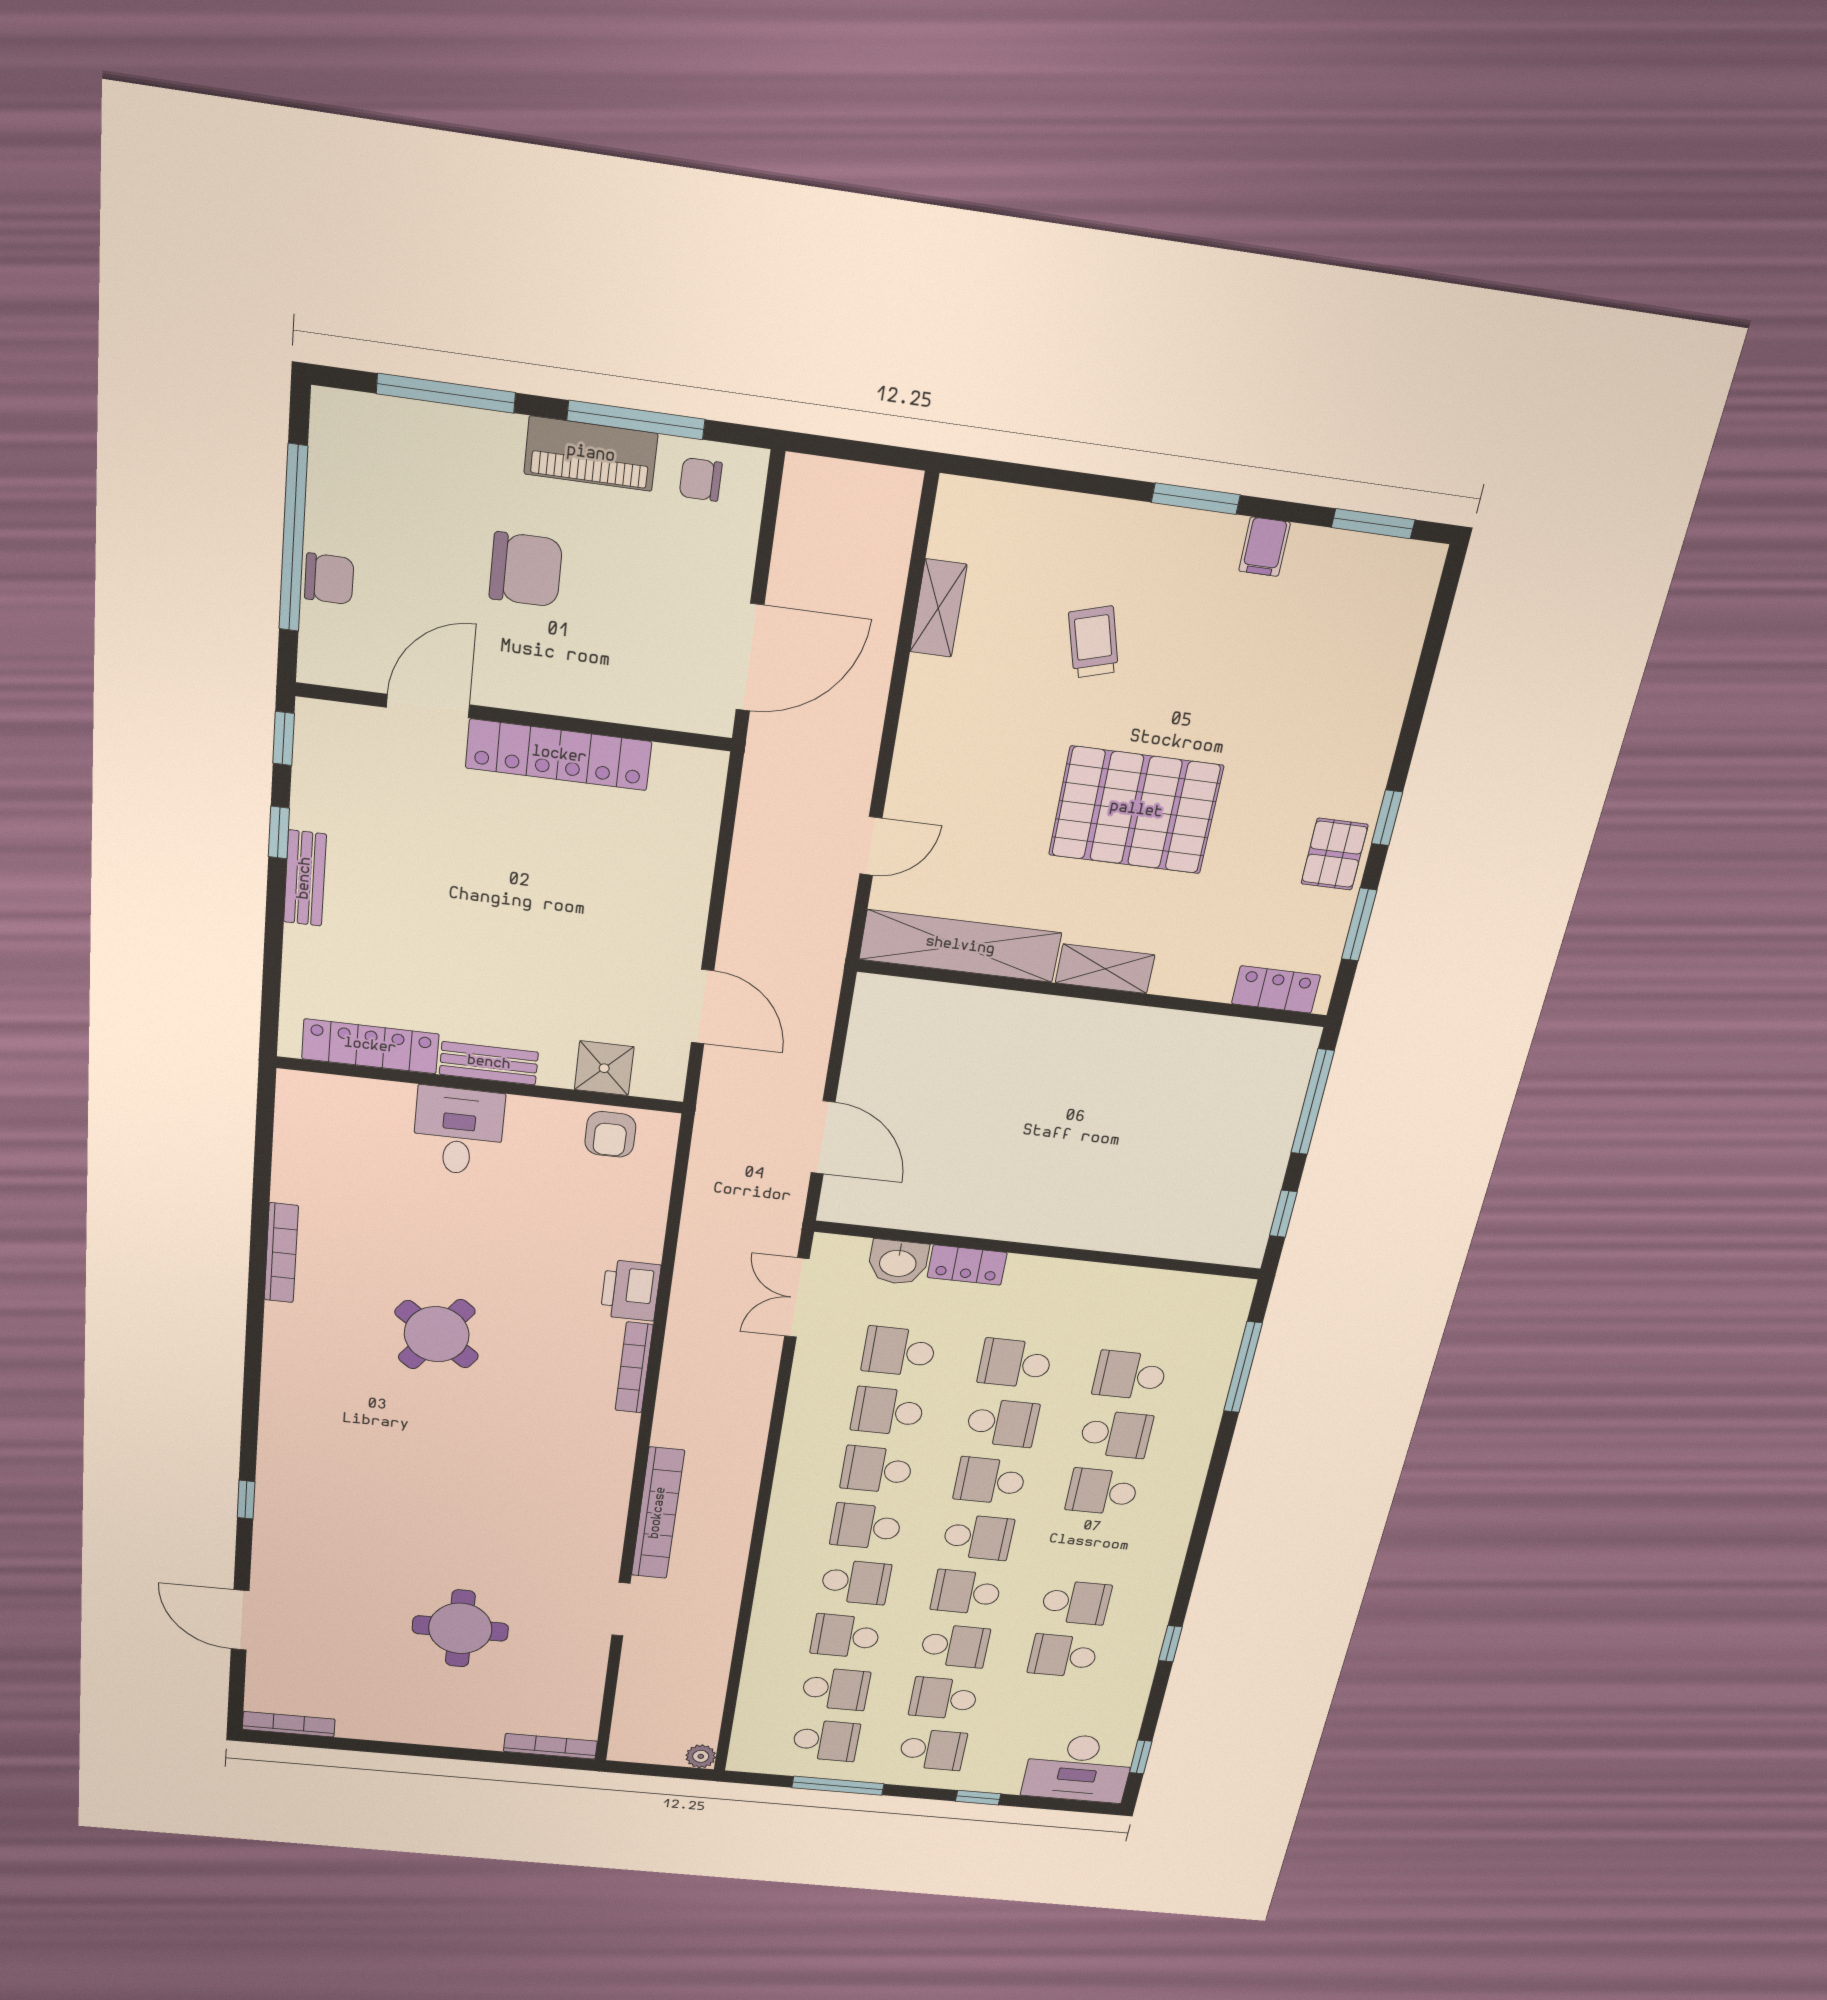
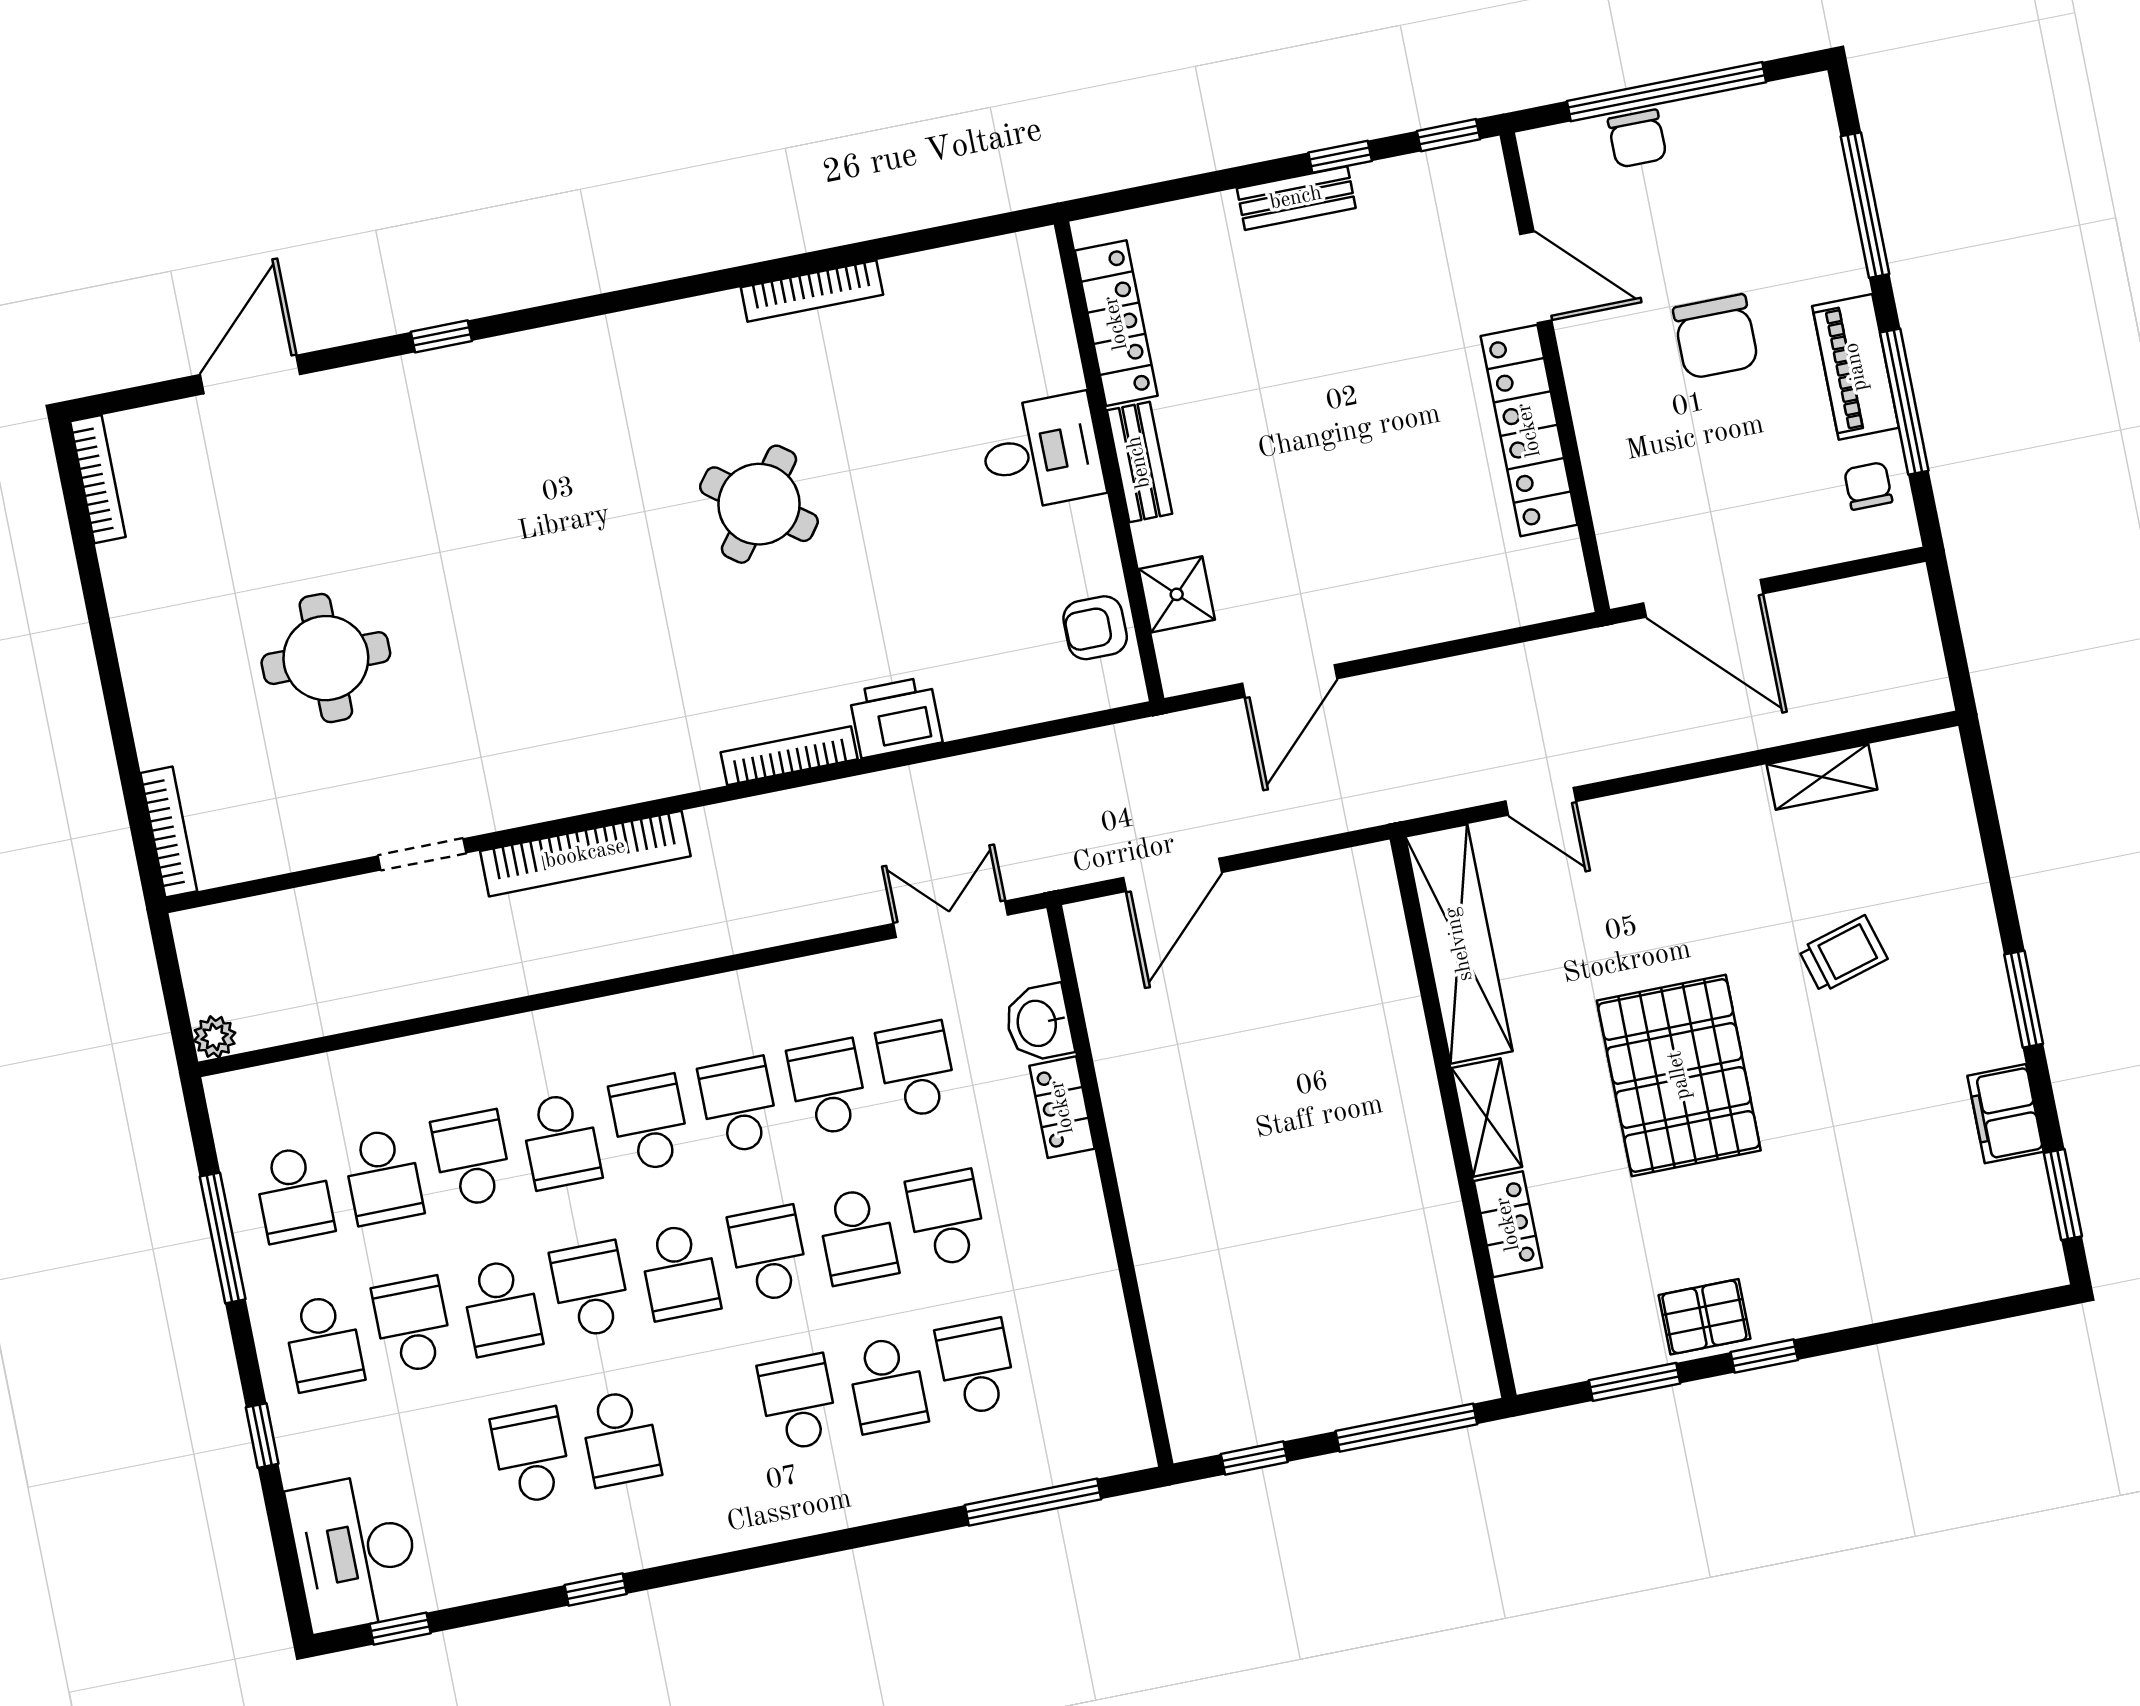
filing cabinet: (1264, 547) -> (2005, 1114), width x2.00
locker: (1276, 989) -> (1508, 1224), moved

